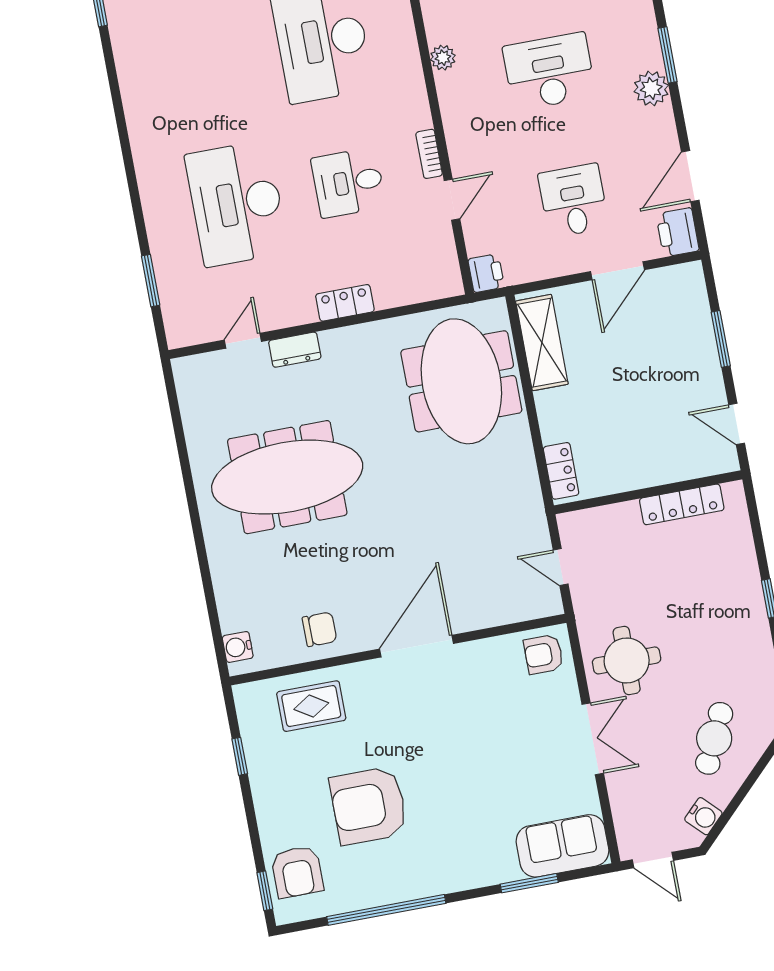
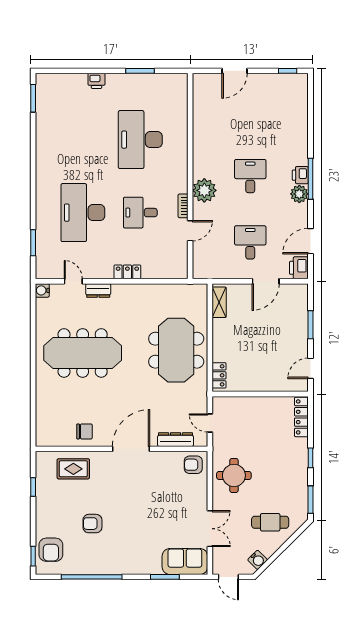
window: (668, 55) -> (310, 179), width x1.44
plant: (443, 58) -> (204, 190), moved, width x1.88, depth x1.88
desk: (549, 71) -> (250, 176), width x0.73
printer: (486, 273) -> (300, 175), moved, turned 180
door: (243, 341) -> (73, 281), hinge flipped
shelving: (542, 343) -> (219, 302), width x0.67, depth x0.75
meeting table: (461, 381) -> (176, 350), moved
door: (737, 424) -> (310, 368), hinge flipped
locker: (682, 504) -> (301, 417), moved, turned 90
dresser: (500, 612) -> (176, 440), added
water cooler: (238, 647) -> (42, 290), moved
cafe table: (714, 738) -> (270, 522), turned 65
double door: (593, 739) -> (210, 529), moved
armchair: (369, 806) -> (92, 524), width x0.53, depth x0.53

